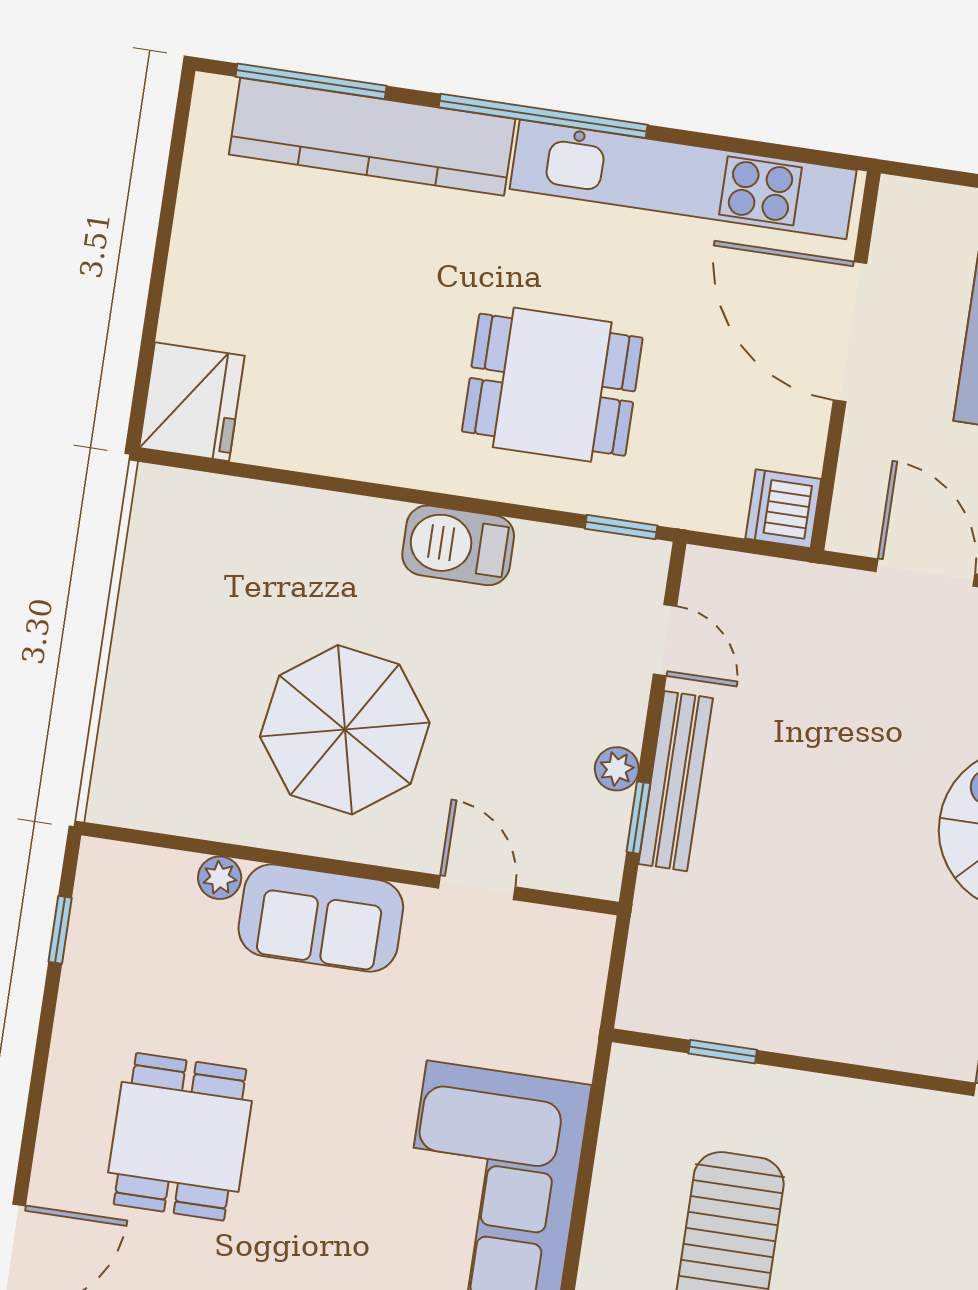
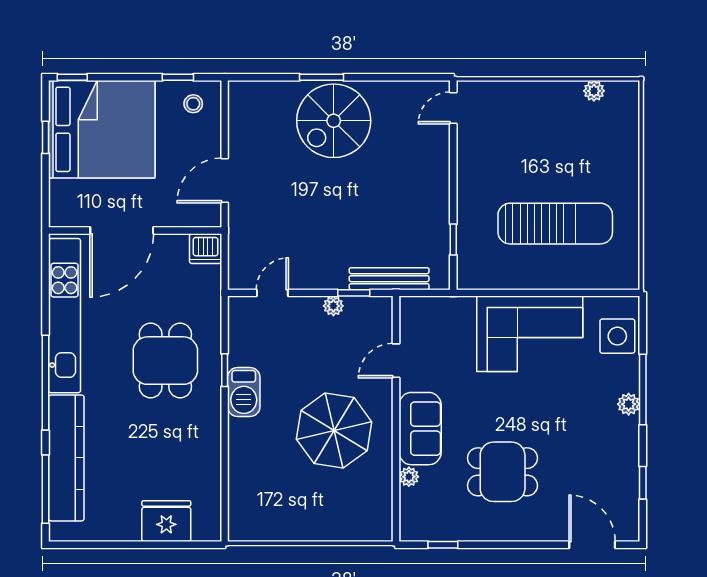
fridge: (192, 402) -> (166, 521), moved
window: (621, 527) -> (225, 370), moved
bench: (676, 781) -> (389, 279), moved
dining table: (180, 1137) -> (503, 472), moved

